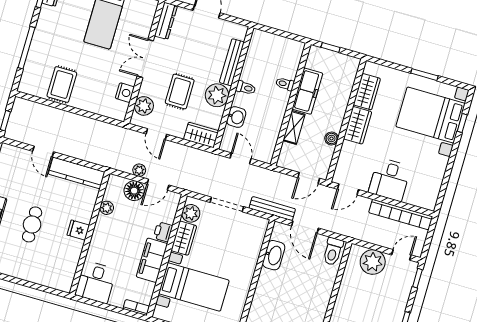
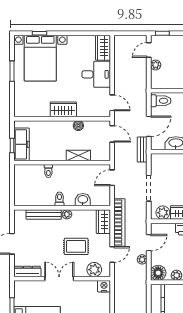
double door: (145, 58) -> (59, 279), swing flipped
freezer: (307, 91) -> (22, 144), moved, turned 90
wardrobe: (367, 92) -> (103, 48), moved, turned -90
nightstand: (125, 93) -> (104, 286), moved
plant: (217, 95) -> (67, 214), width x0.53, depth x0.53
door: (241, 158) -> (112, 178), moved
door: (158, 185) -> (149, 243), hinge flipped
floor lamp: (134, 191) -> (158, 273), moved
bench: (272, 209) -> (142, 150), width x0.73
bookcase: (401, 215) -> (119, 222), moved
door: (401, 255) -> (149, 50), hinge flipped
plant: (373, 262) -> (156, 65), width x0.53, depth x0.53

